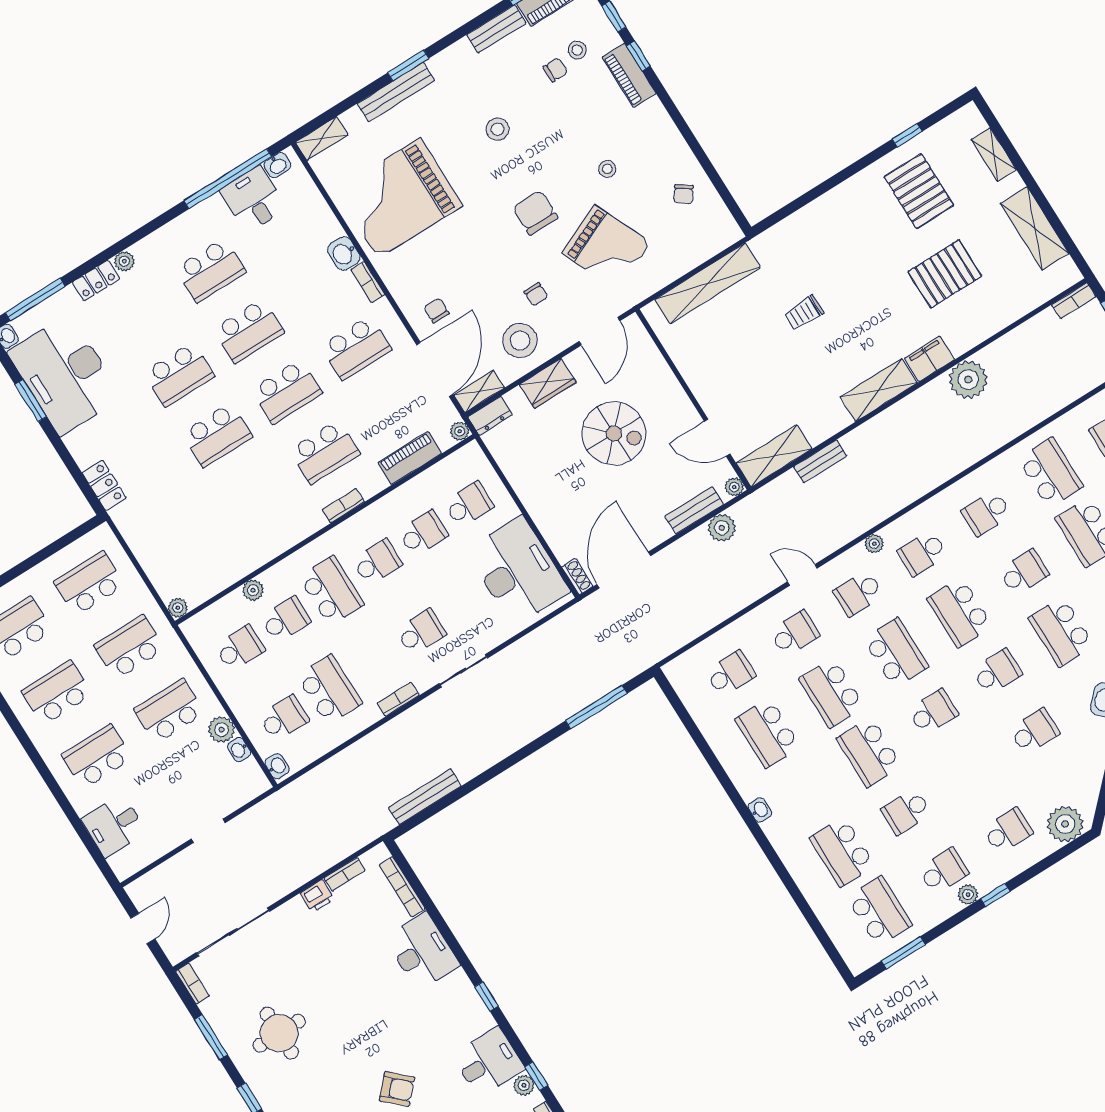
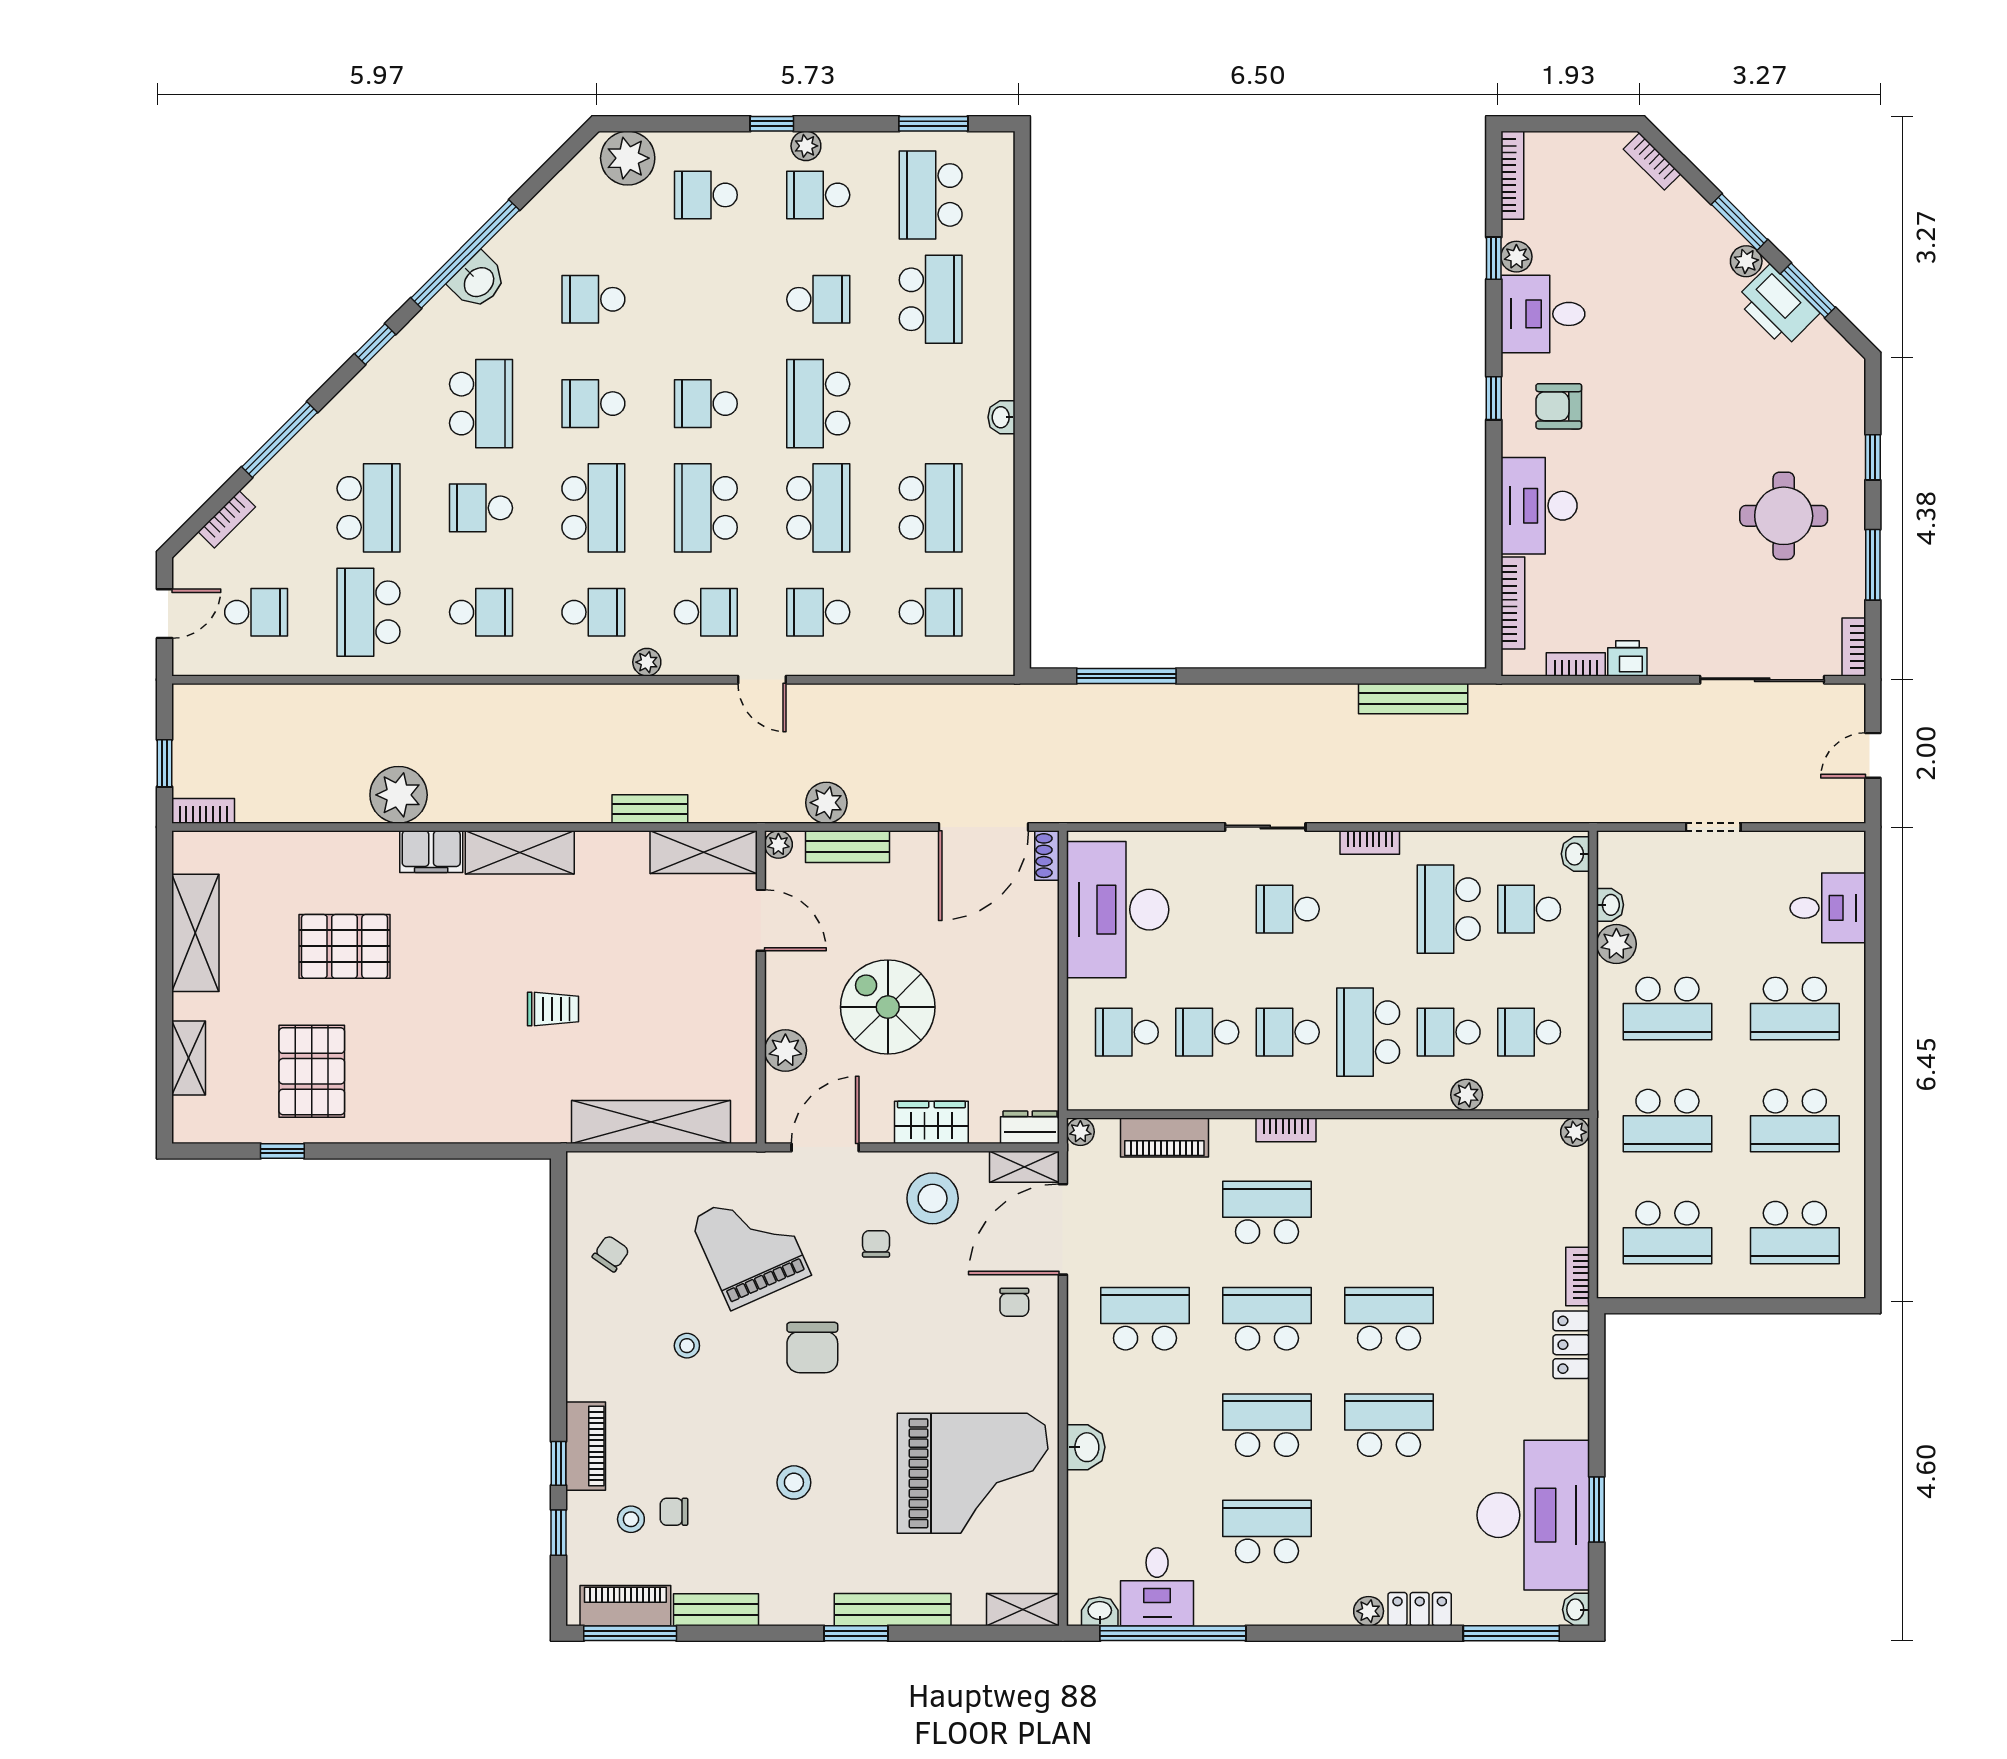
bookcase: (368, 282) -> (1578, 1276), moved, turned 180
plant: (657, 372) -> (785, 1050), added
school desk: (730, 674) -> (931, 612), turned 180
school desk: (869, 752) -> (818, 404), turned 180
armchair: (397, 1089) -> (1559, 406), moved, turned -43

